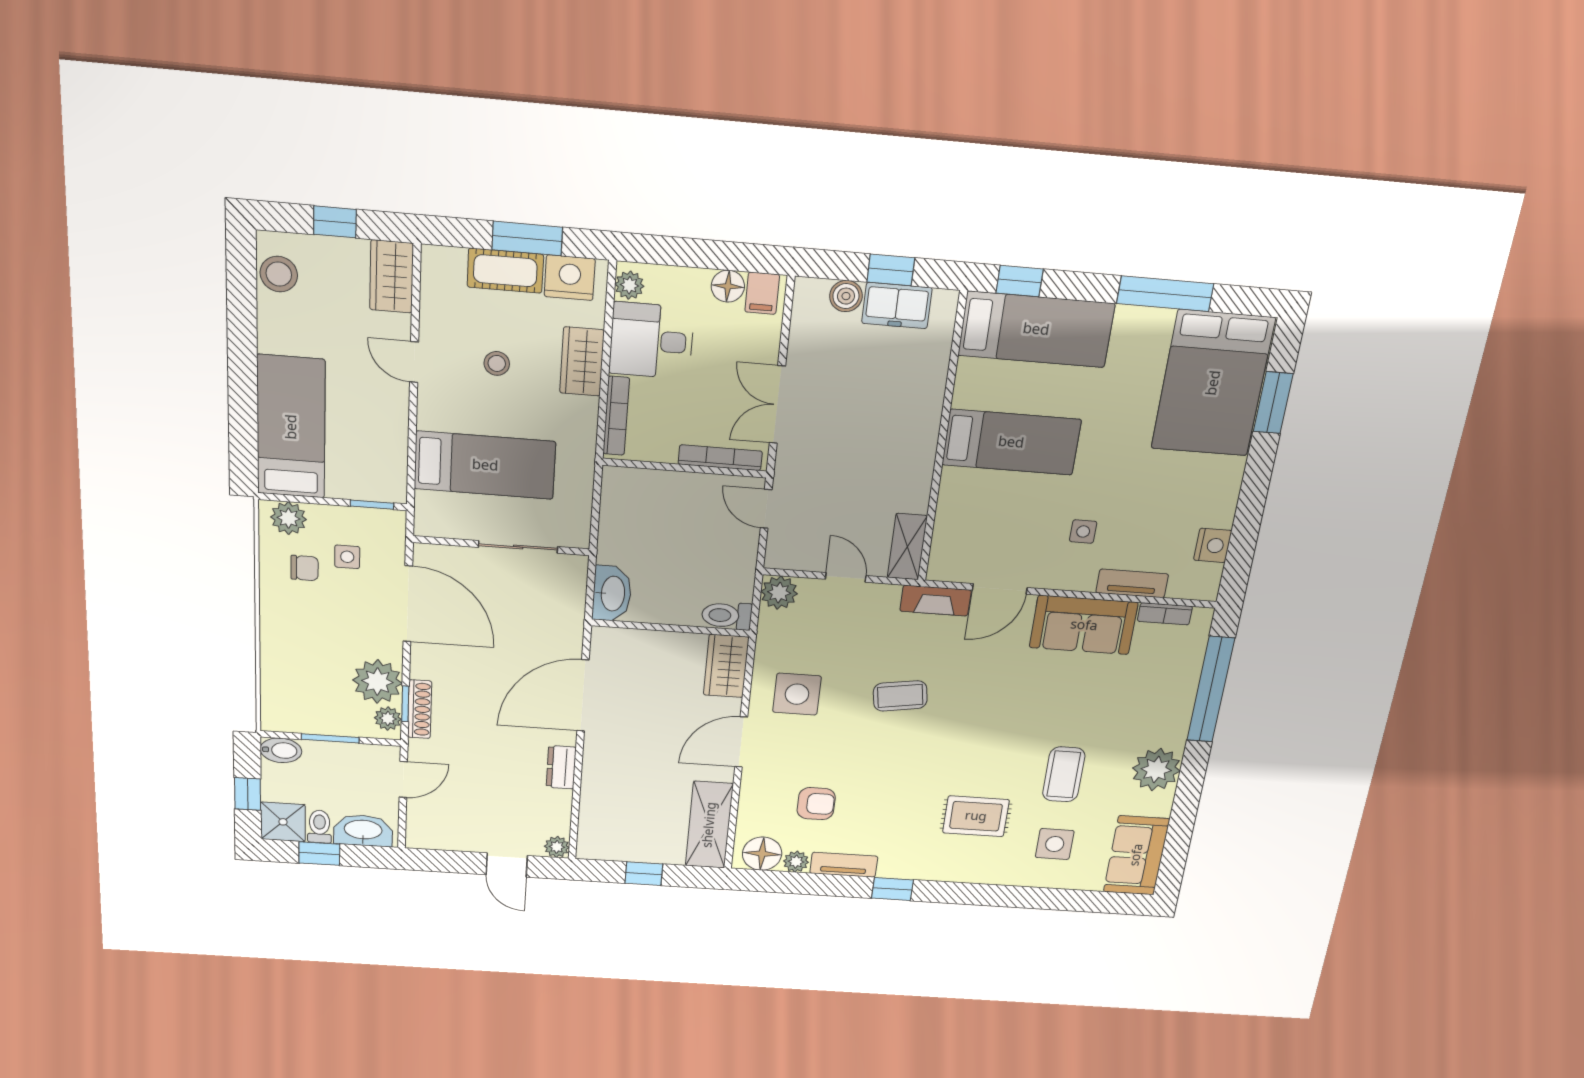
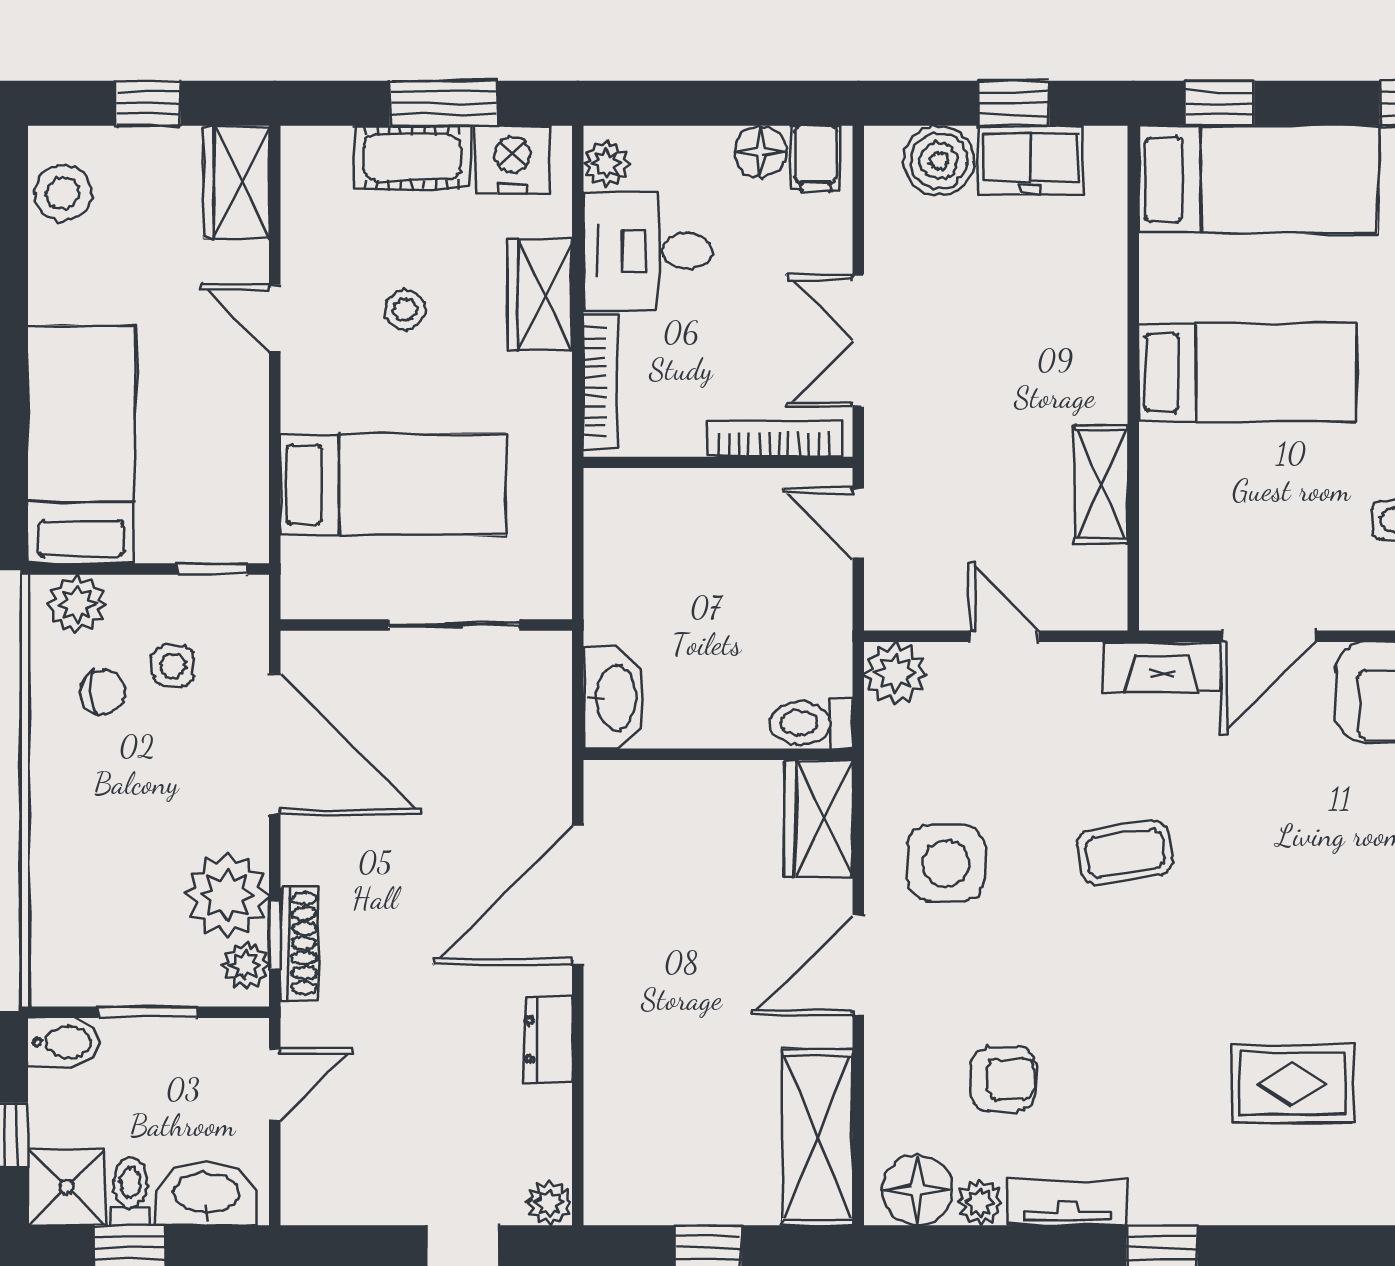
boiler: (846, 296) -> (939, 161), width x1.36, depth x1.36
shelving: (907, 547) -> (1101, 484), moved

